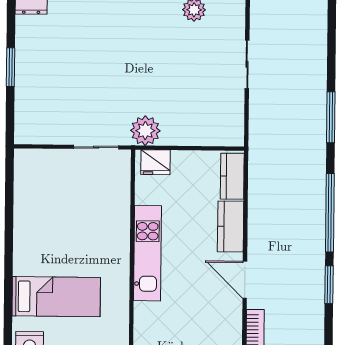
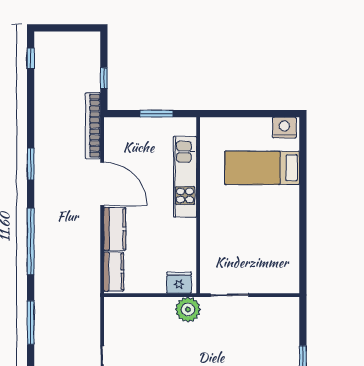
kitchen unit: (147, 253) -> (185, 177), moved
door: (245, 280) -> (102, 184), width x1.36
window: (329, 285) -> (31, 164), moved

